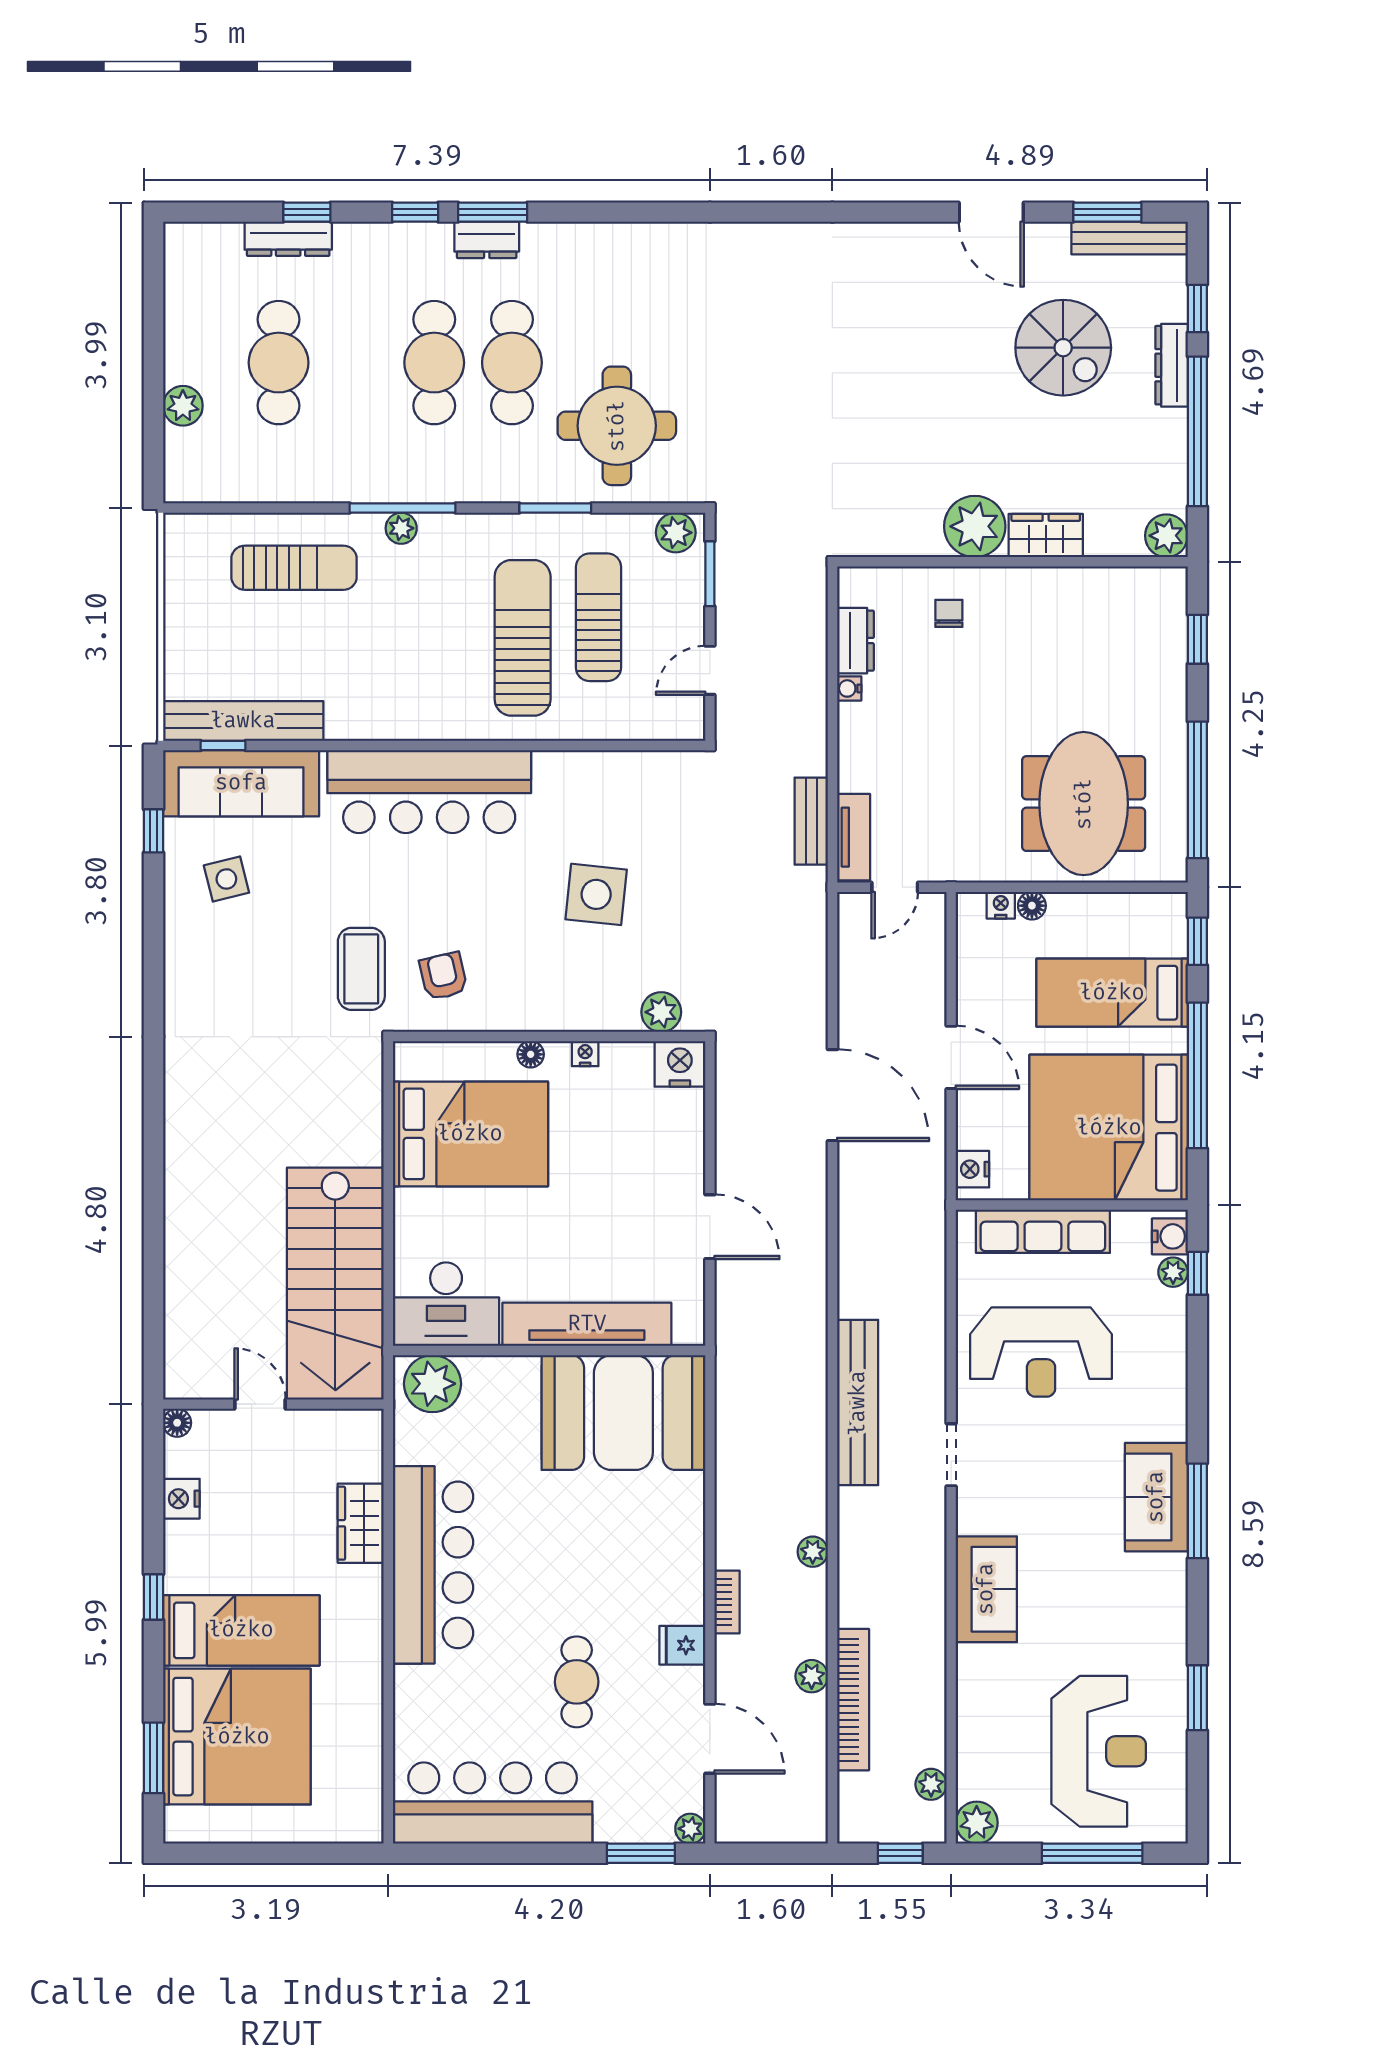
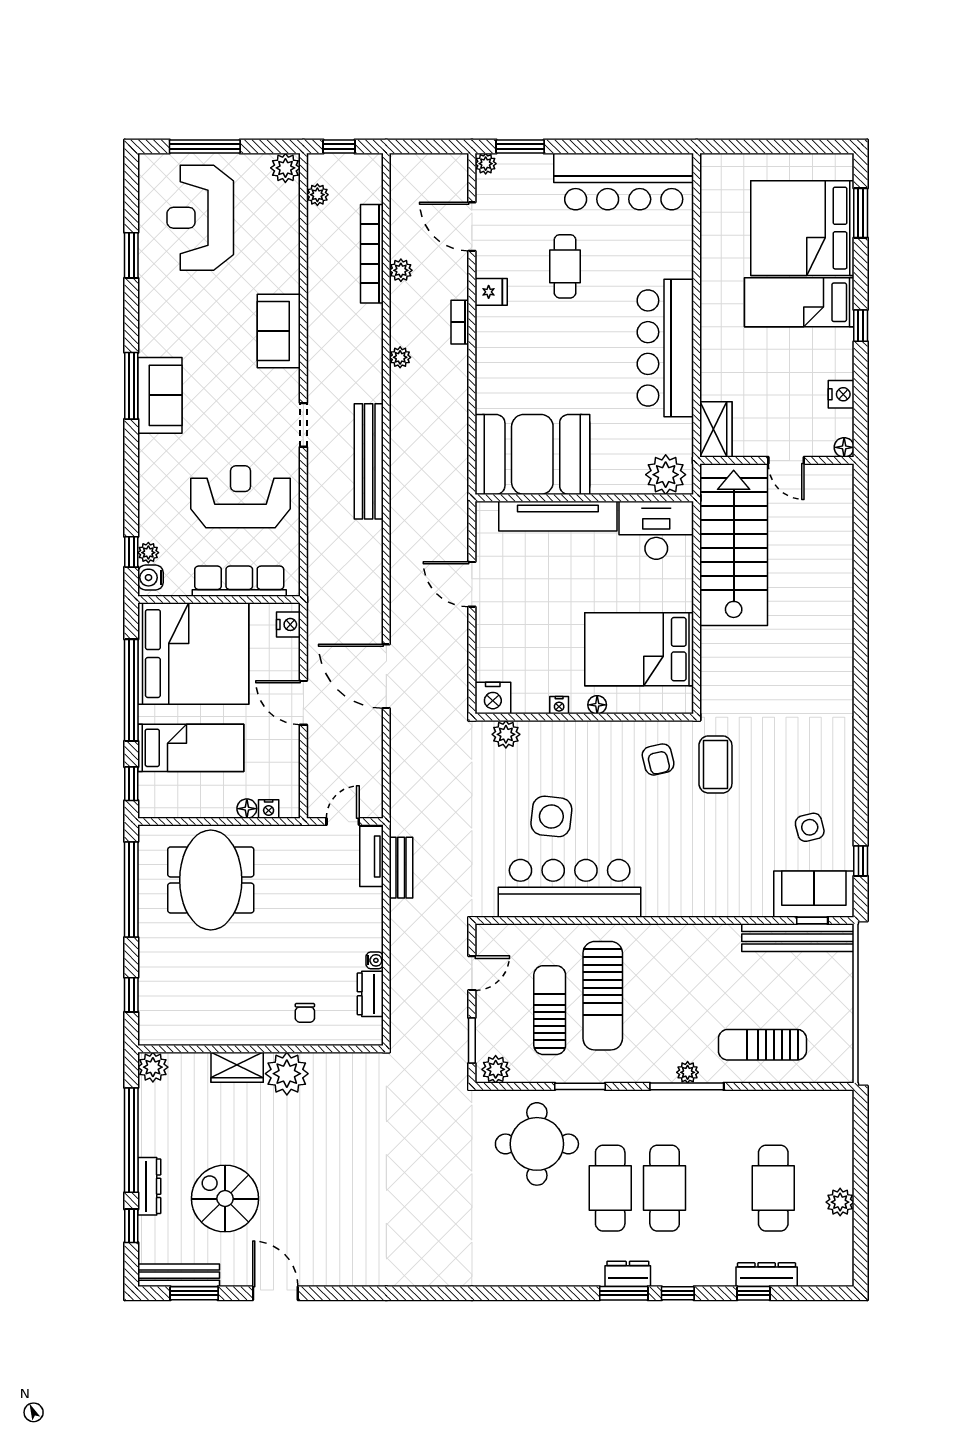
plant: (183, 406) -> (840, 1202), moved
sun lounger: (598, 617) -> (550, 1010), turned 180
sofa: (241, 783) -> (814, 894), width x0.73
bar counter: (429, 792) -> (570, 888), moved
wardrobe: (361, 1523) -> (716, 429), moved

